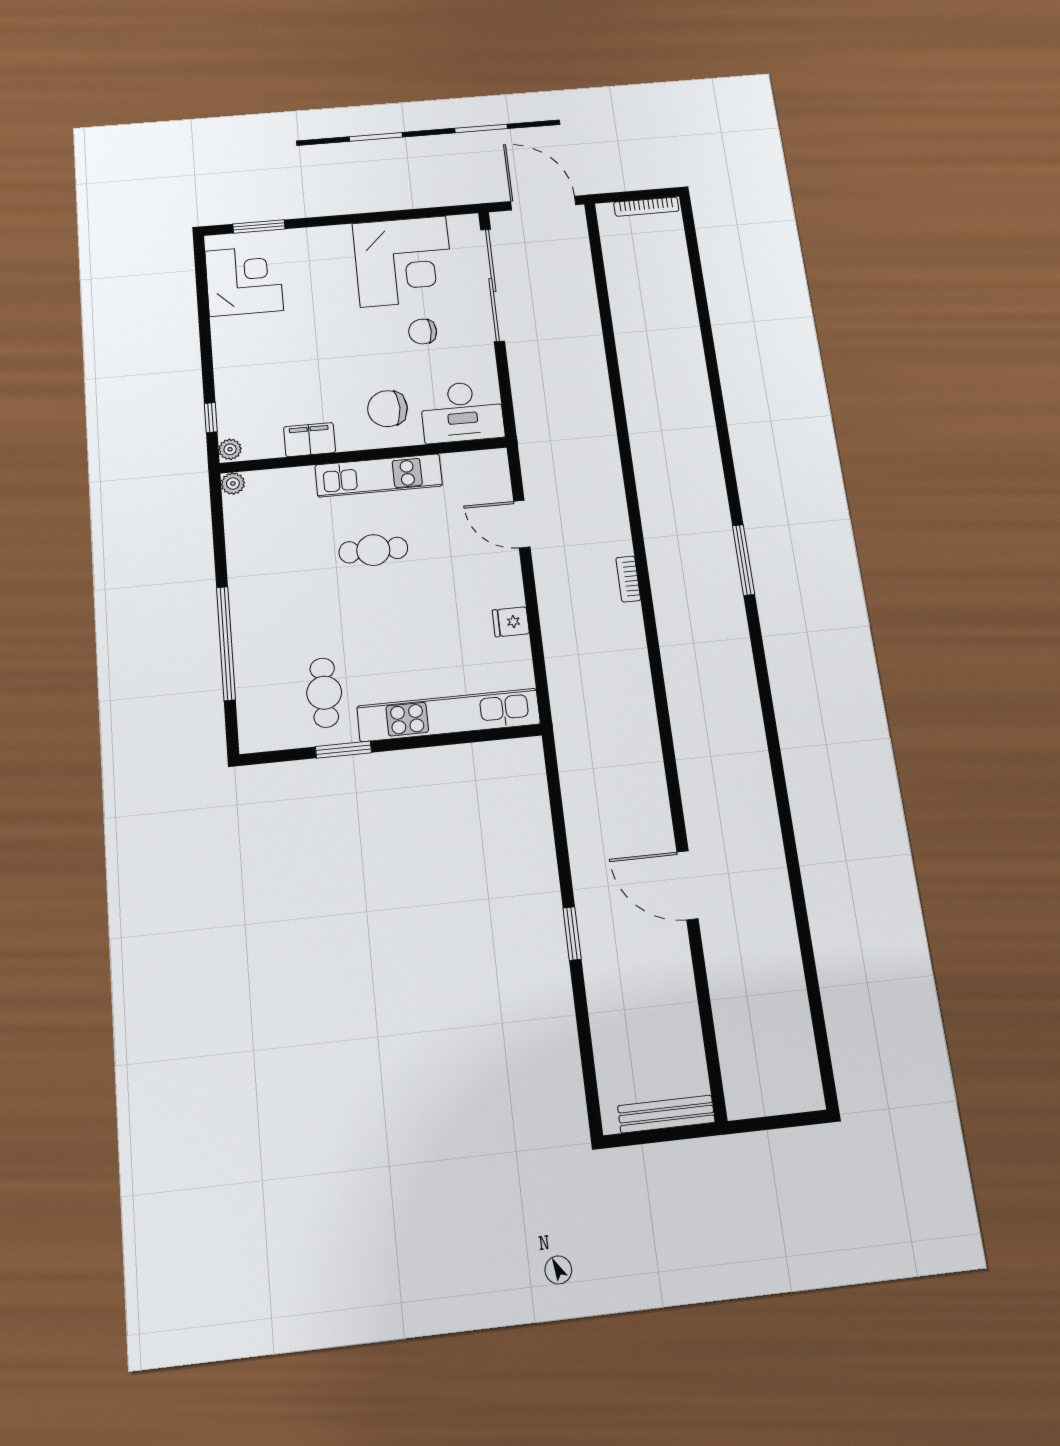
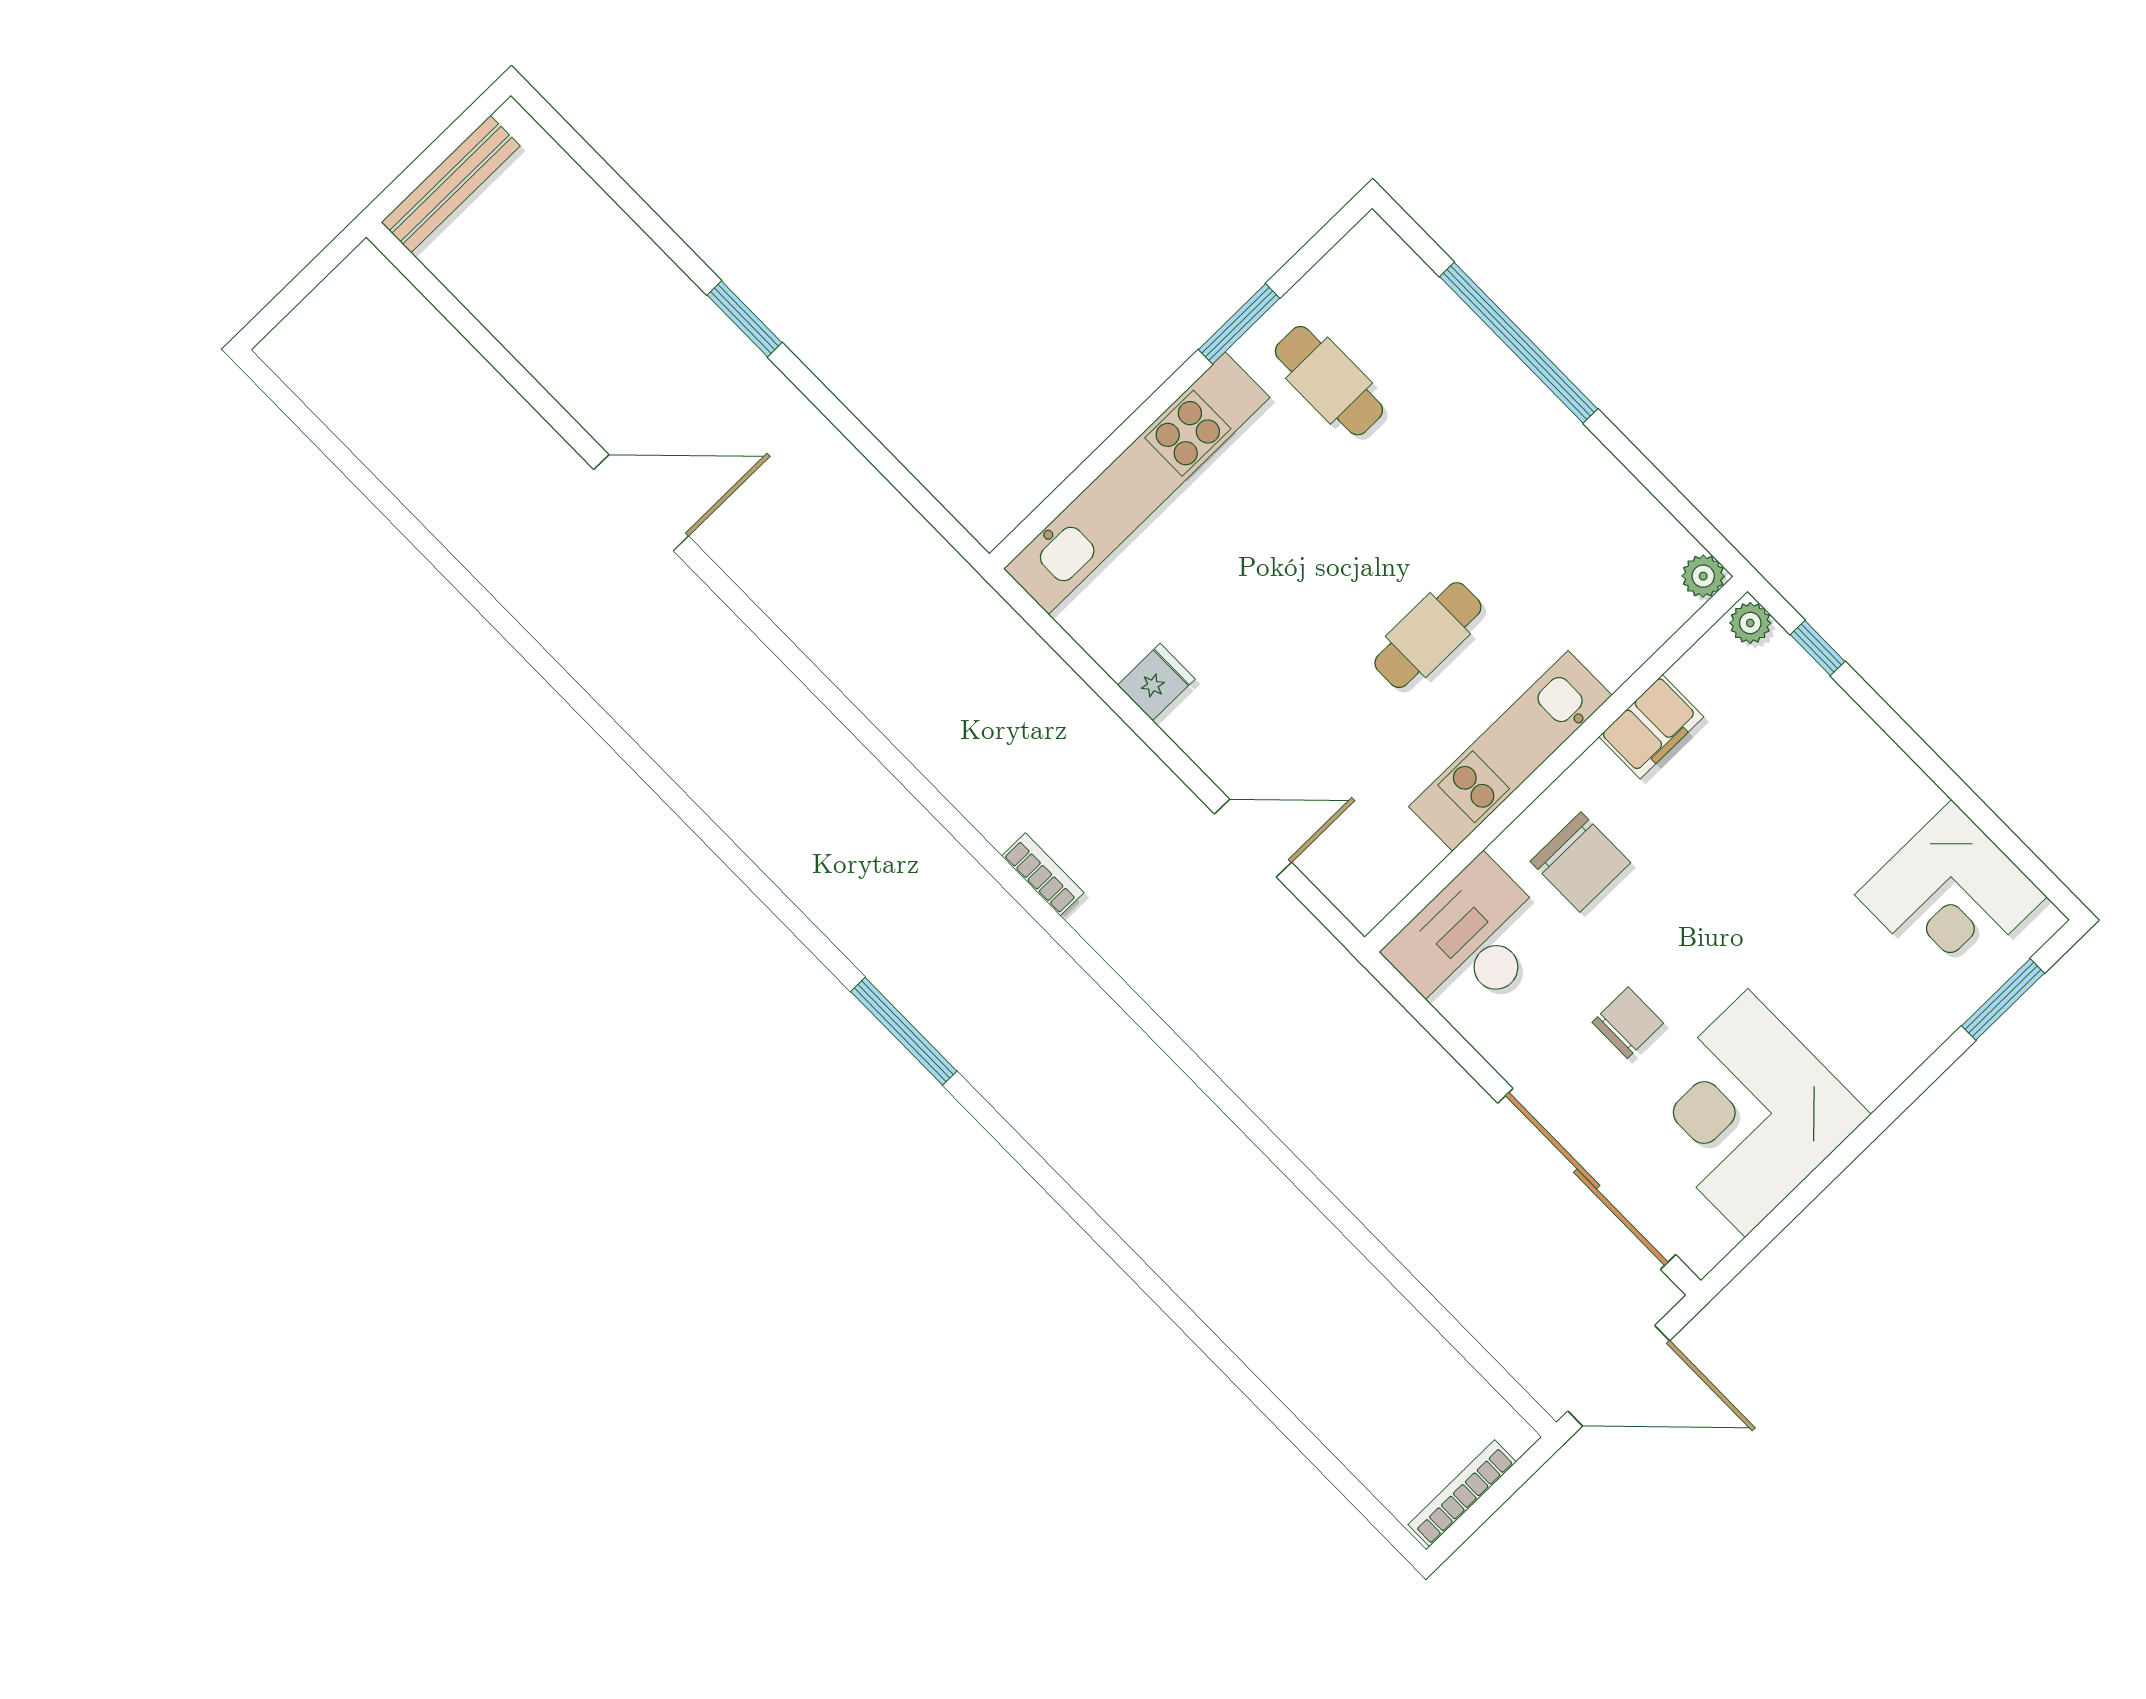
chair: (387, 409) -> (1580, 862), turned 90

